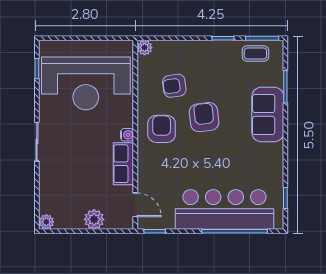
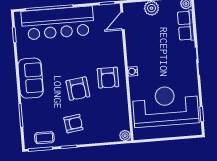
armchair: (174, 86) -> (73, 124), moved
sofa: (268, 114) -> (31, 78), moved
row of seats: (123, 164) -> (186, 26), moved, turned 180
door: (135, 205) -> (123, 21), hinge flipped

